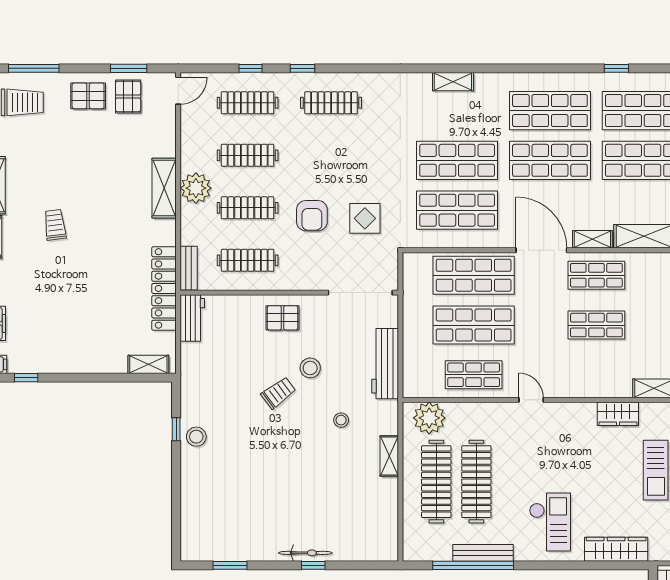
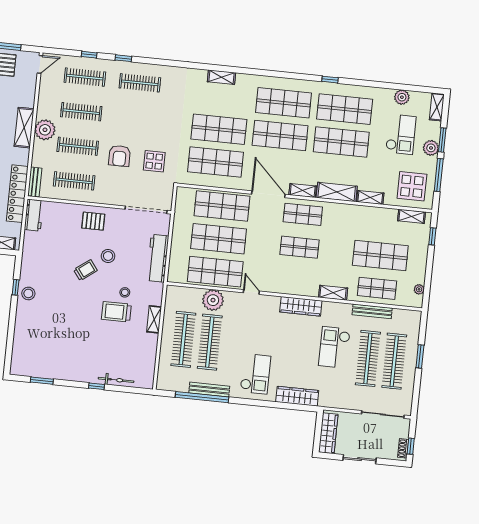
shop shelf: (474, 375) -> (215, 272), width x1.43, depth x1.36
wardrobe: (618, 414) -> (301, 306), width x1.50
plant: (429, 418) -> (213, 300), moved
trolley: (331, 450) -> (116, 312), added
bicycle: (305, 553) -> (116, 380), moved

